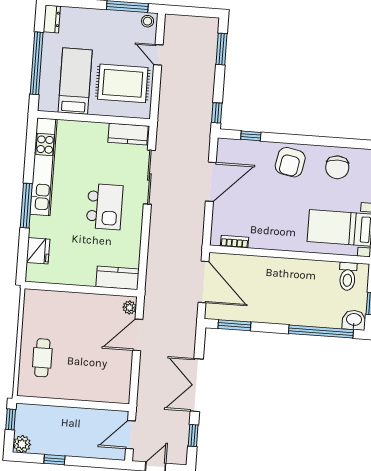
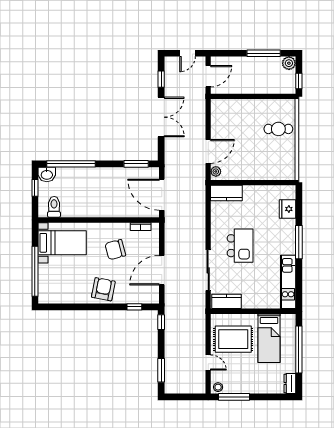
kitchen unit: (43, 167) -> (288, 282), width x0.73
chair: (337, 167) -> (115, 250), moved, turned -105
kitchen island: (105, 207) -> (240, 246), turned 180
cafe table: (42, 358) -> (278, 129), turned 90
window: (54, 460) -> (264, 53), width x2.17

